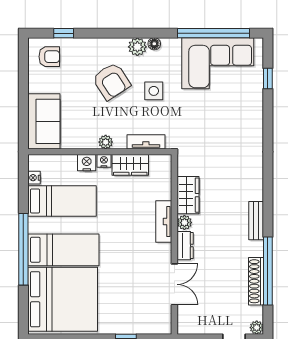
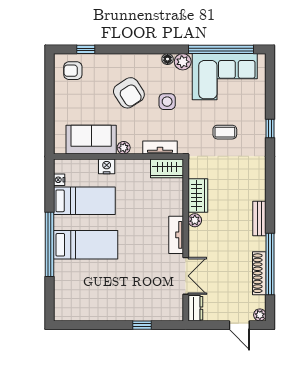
plant: (137, 47) -> (183, 62), moved
armchair: (49, 57) -> (73, 71), turned 180
window: (268, 79) -> (270, 128), moved
sofa: (44, 121) -> (91, 140), moved, turned -90
coffee table: (218, 125) -> (225, 132), added
nightstand: (104, 161) -> (122, 165), removed
wardrobe: (130, 165) -> (167, 168), moved
tv unit: (164, 221) -> (176, 235), moved
dresser: (185, 246) -> (195, 308), moved
bed: (63, 299) -> (85, 289), removed

